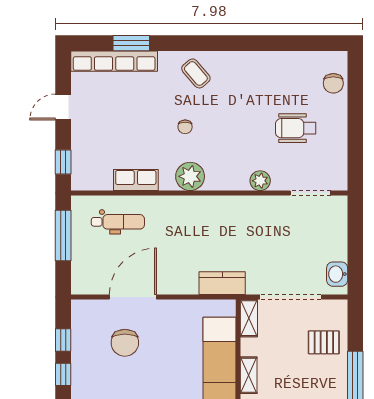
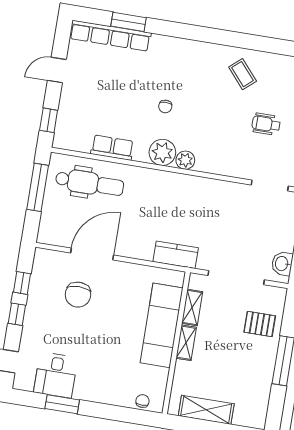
coffee table: (196, 73) -> (243, 74), moved
wheelchair: (296, 128) -> (266, 124), width x0.73, depth x0.73
plant: (260, 181) -> (185, 160), moved
dental chair: (118, 222) -> (90, 183), width x1.36, depth x1.38
shelving: (249, 318) -> (192, 307), moved

